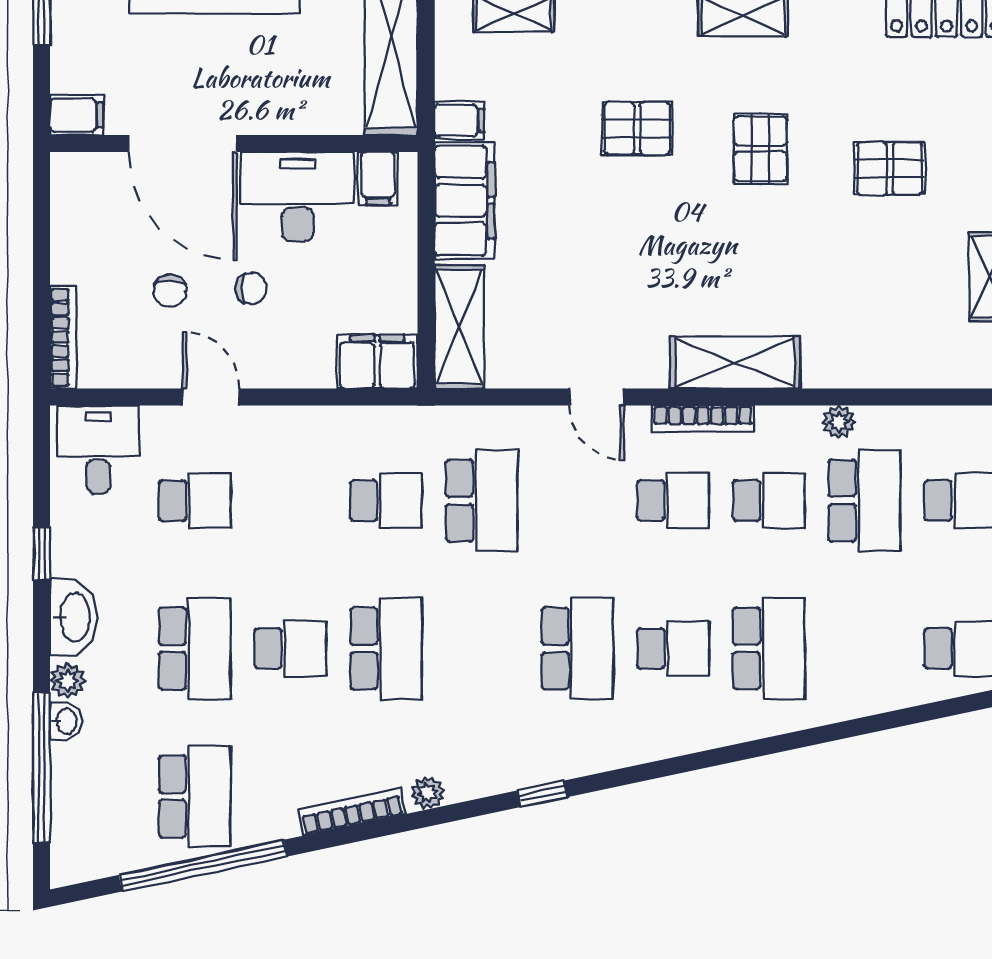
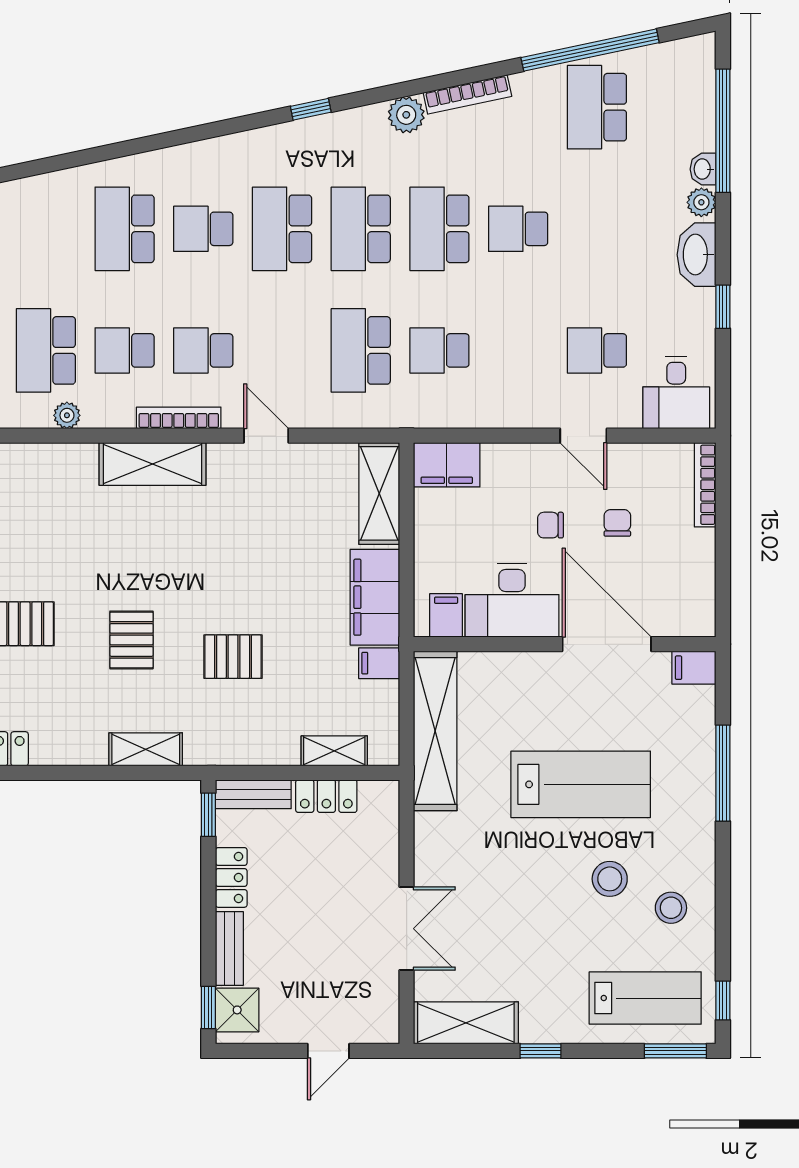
school desk: (195, 648) -> (361, 229), moved
plant: (428, 793) -> (406, 115), width x1.38, depth x1.38

